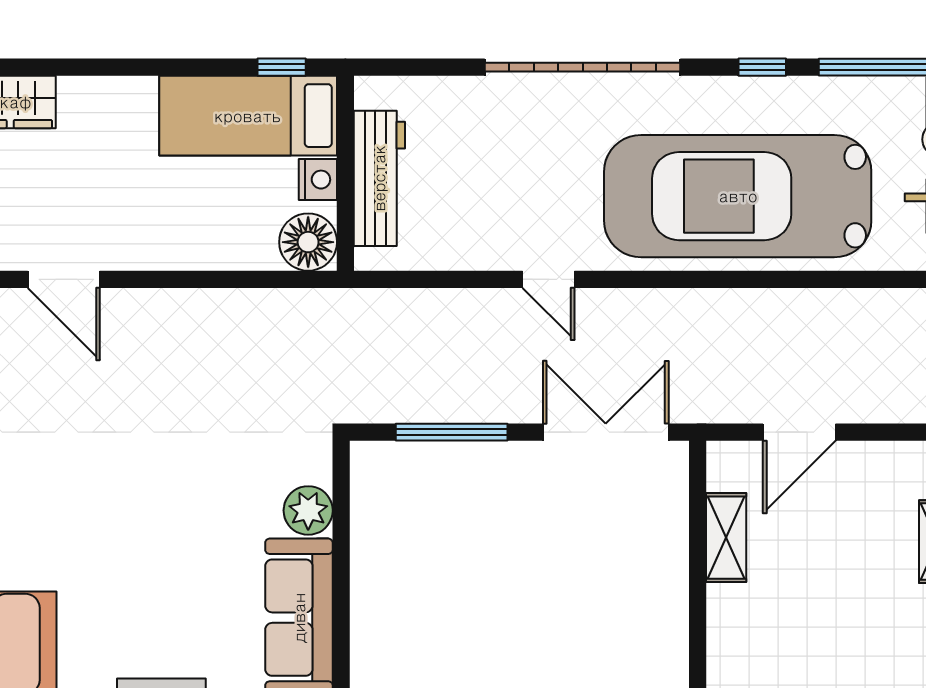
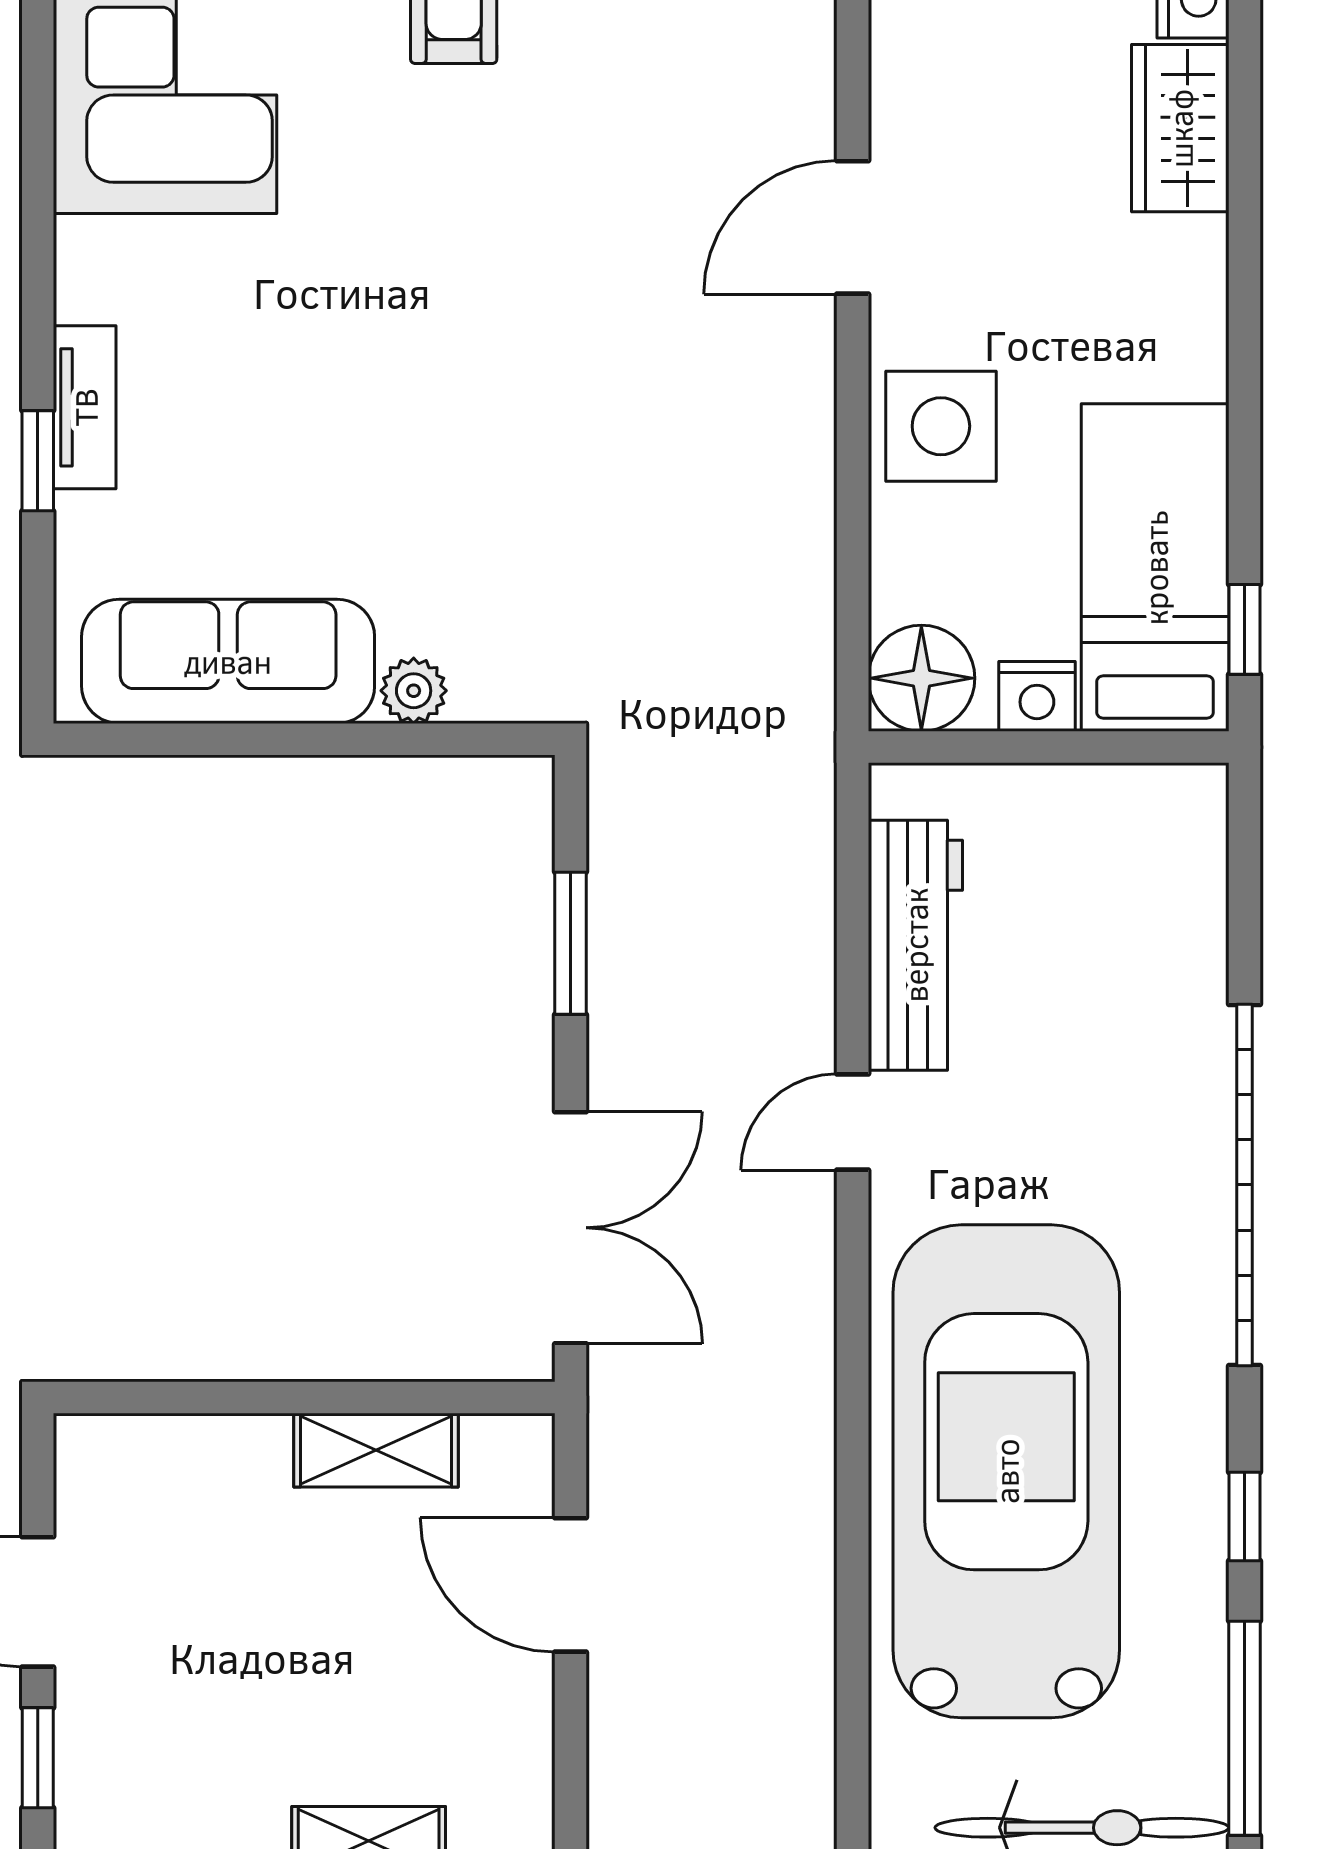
workbench: (379, 178) -> (915, 945), moved, turned -90
side table: (172, 232) -> (941, 426), added
window: (452, 432) -> (571, 943), width x0.69
plant: (308, 510) -> (414, 691), width x0.73, depth x0.73

